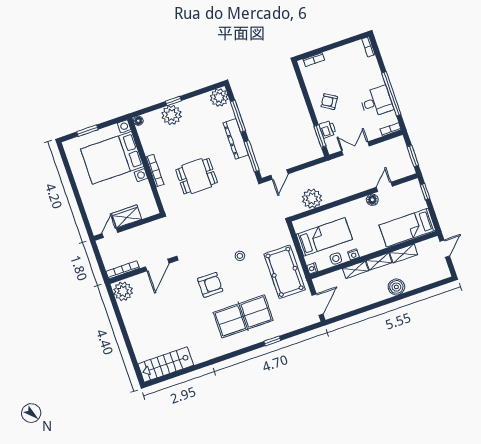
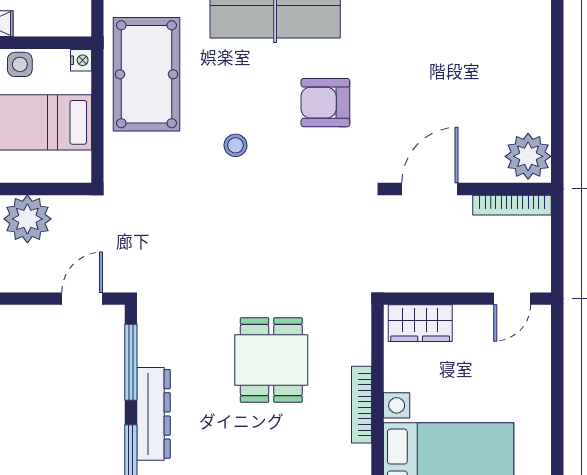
dining table: (197, 176) -> (271, 360), turned 90
wardrobe: (127, 216) -> (420, 323), moved

